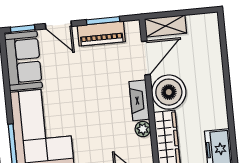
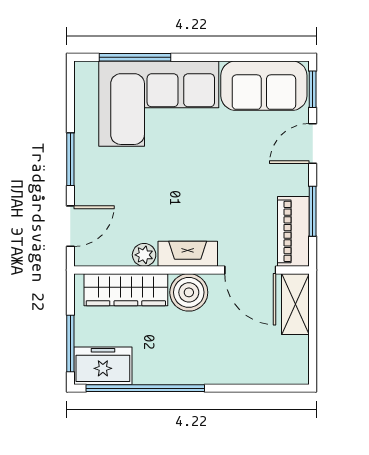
piano: (101, 34) -> (293, 231), moved
boiler: (169, 92) -> (189, 292), width x0.73, depth x0.73
window: (231, 120) -> (145, 388), added

